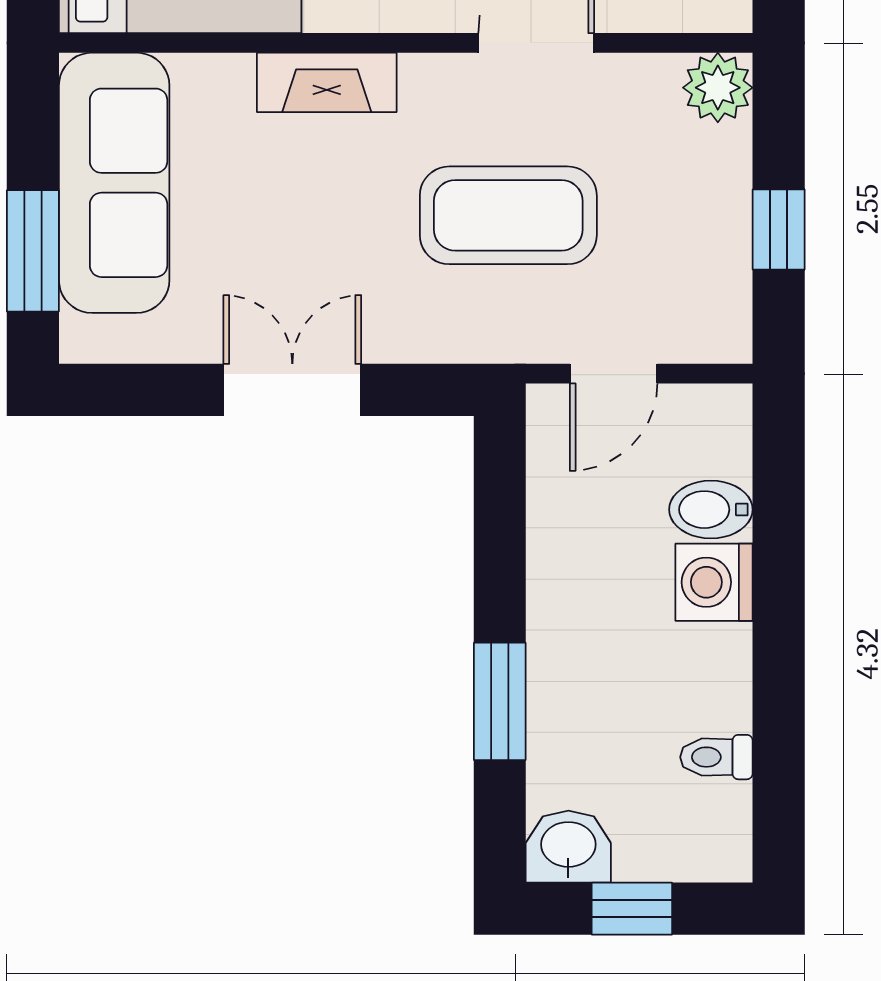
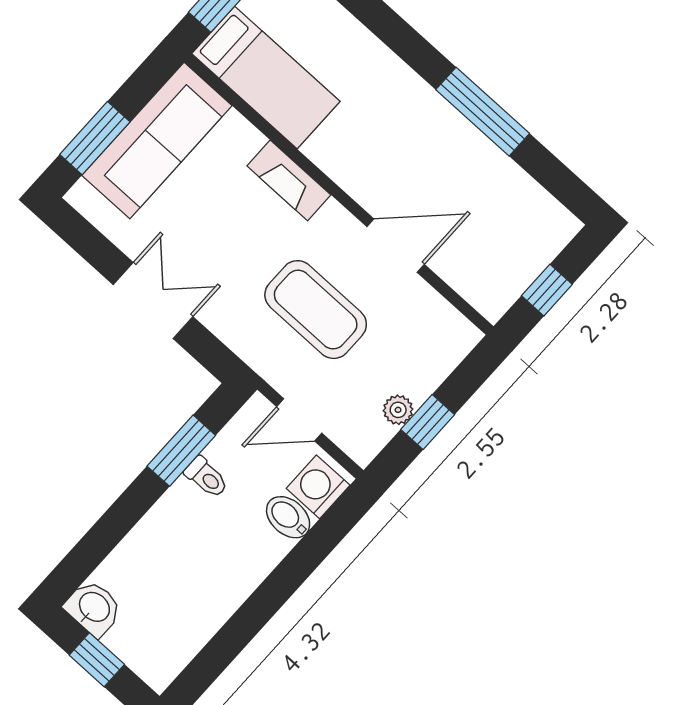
plant: (718, 88) -> (398, 410), moved, width x0.73, depth x0.73
washing machine: (714, 582) -> (318, 487), moved
window: (500, 701) -> (181, 451), moved
toilet: (716, 757) -> (206, 477), moved, turned 180

